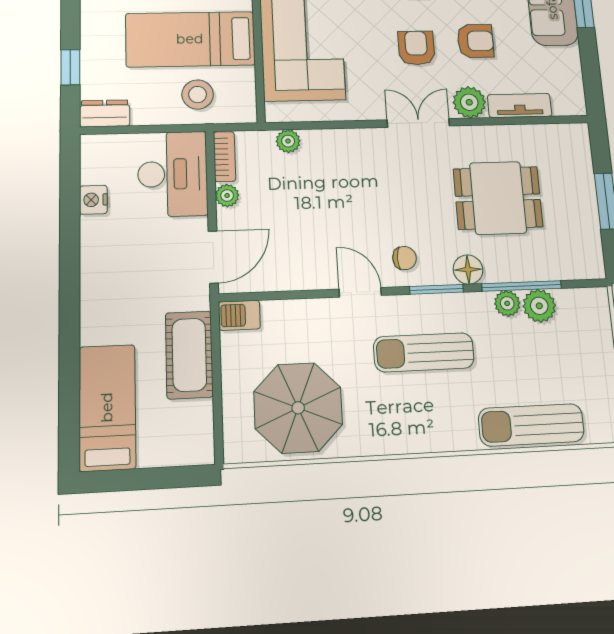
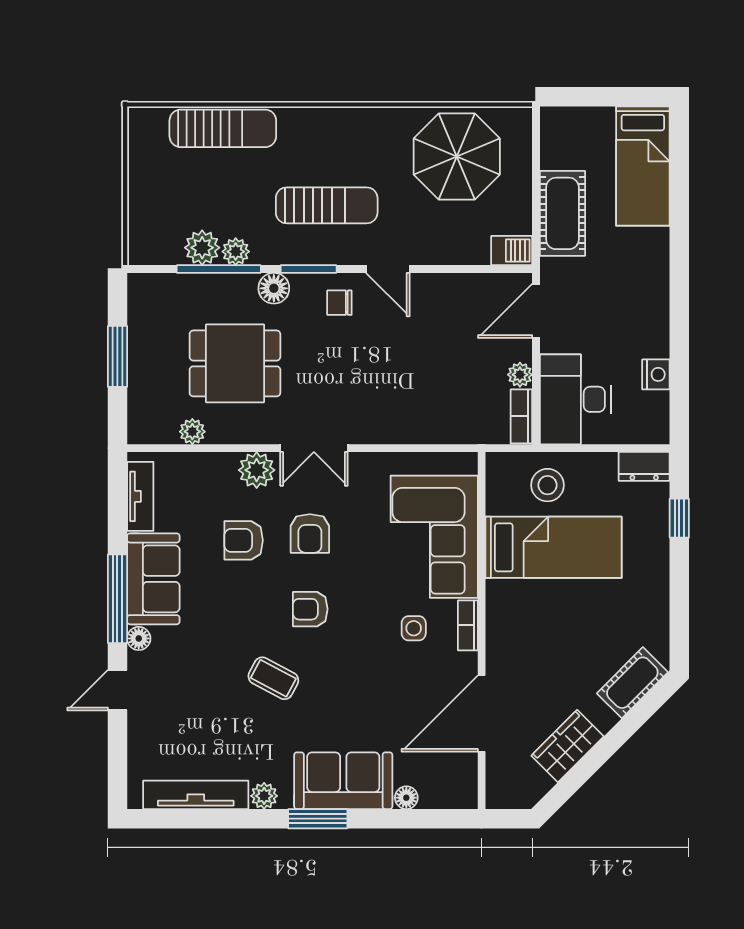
tv unit: (520, 106) -> (140, 496), moved, turned -90
plant: (288, 141) -> (192, 432), moved

